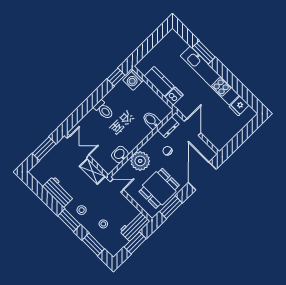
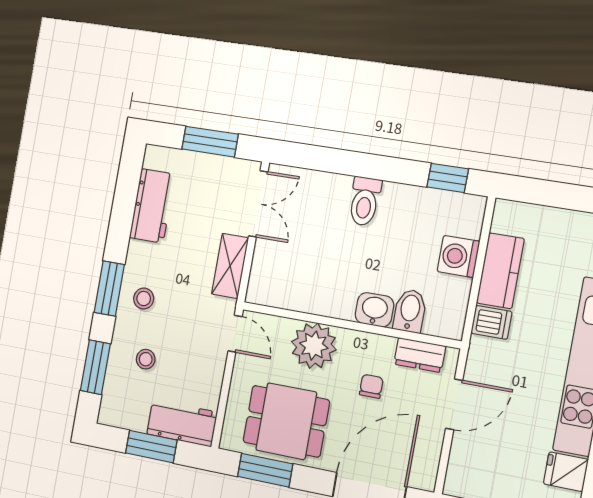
washing machine: (133, 80) -> (458, 256), moved
washbasin: (120, 154) -> (374, 310), moved
workbench: (58, 192) -> (152, 206), moved

